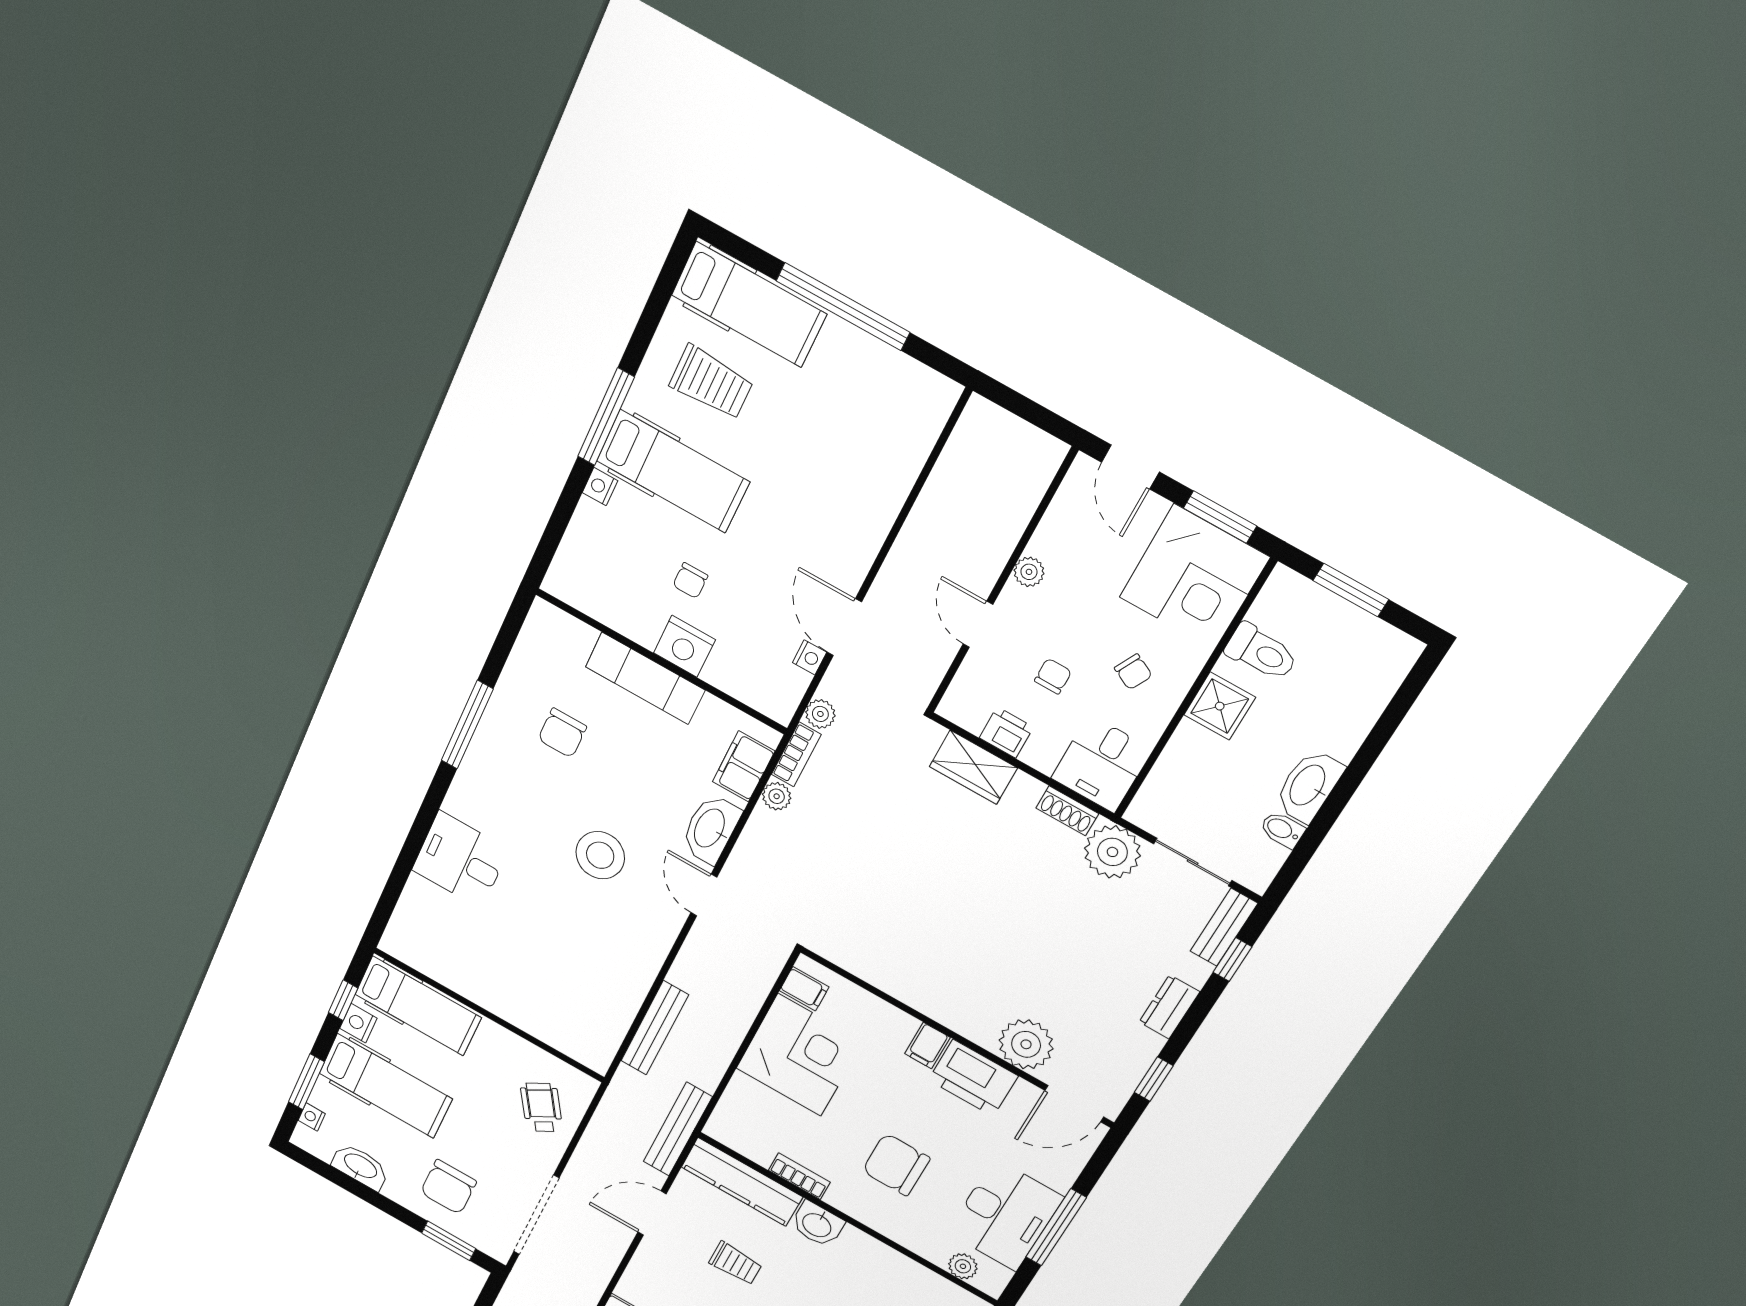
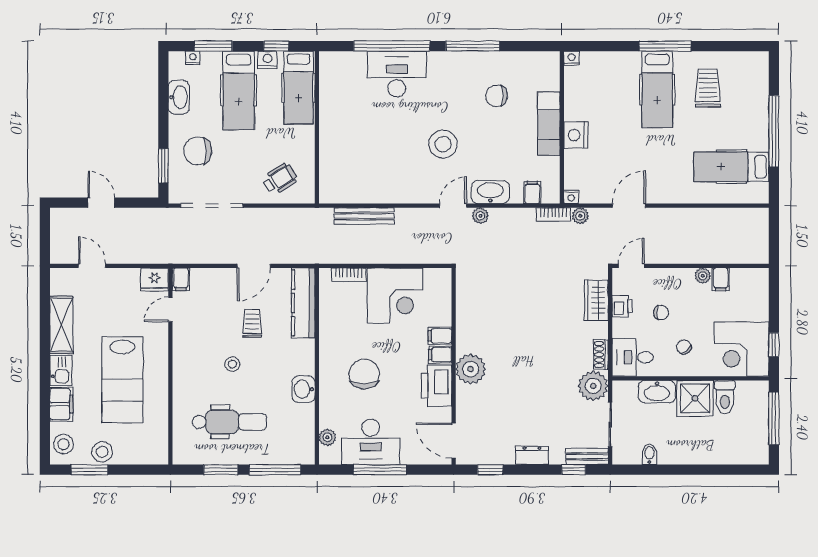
hospital bed: (749, 305) -> (731, 167), moved, turned 90
trolley: (711, 382) -> (708, 88), turned 180
door: (1131, 467) -> (774, 294), removed
nightstand: (600, 487) -> (572, 58), moved
window: (1220, 517) -> (774, 345), width x0.67
filing cabinet: (1052, 545) -> (721, 279), added
chair: (690, 581) -> (610, 122), removed
window: (1351, 590) -> (774, 418), width x1.44
door: (978, 624) -> (631, 266), moved
nightstand: (809, 657) -> (571, 197), moved
chair: (1133, 672) -> (684, 347), turned 115
shower: (1220, 706) -> (695, 398), width x1.36, depth x1.36
filing cabinet: (744, 766) -> (532, 192), width x0.50
washbasin: (1308, 786) -> (657, 392), moved, turned 180
plant: (777, 796) -> (480, 216), moved
window: (414, 842) -> (392, 46), added
desk: (460, 860) -> (397, 74), width x1.37
filing cabinet: (804, 989) -> (440, 336), moved, turned 90
plant: (1026, 1044) -> (471, 369), moved
bench: (678, 1129) -> (313, 255), removed
bookcase: (799, 1176) -> (349, 275), moved, turned 90
door: (652, 1213) -> (254, 266), swing flipped
washbasin: (817, 1224) -> (304, 389), moved
trolley: (735, 1263) -> (252, 323), turned 180

